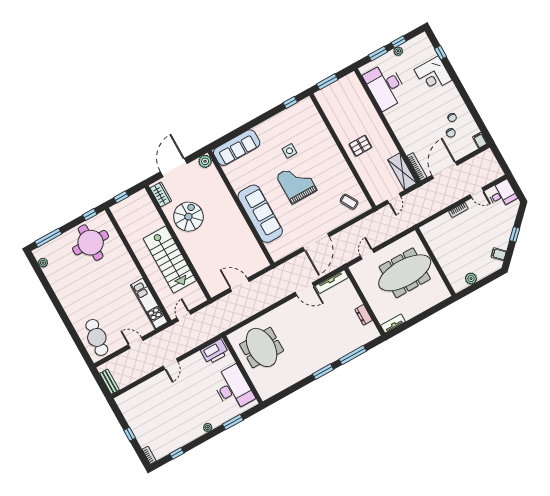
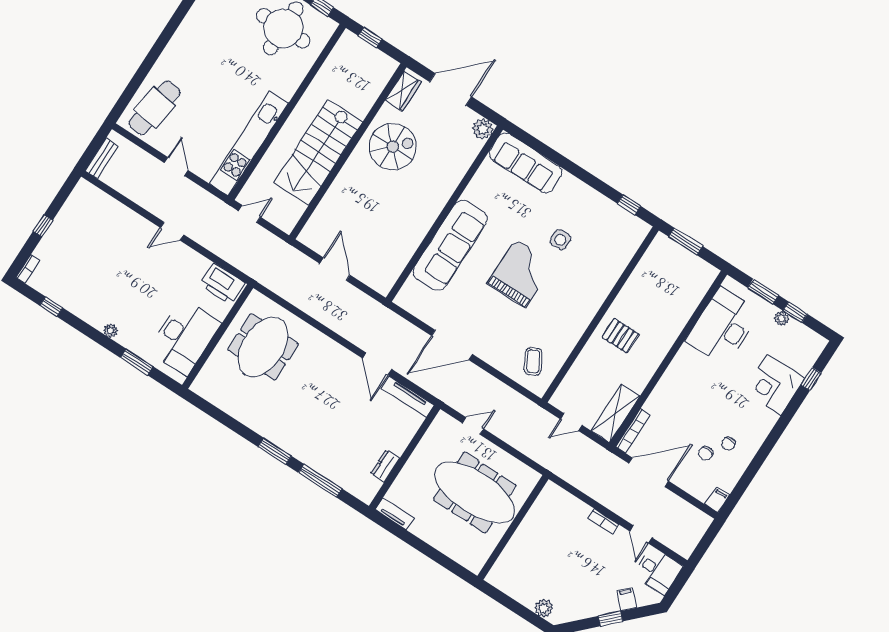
filing cabinet: (499, 254) -> (627, 599), moved
plant: (471, 279) -> (544, 608), moved
kitchen unit: (149, 304) -> (249, 144), width x1.36

